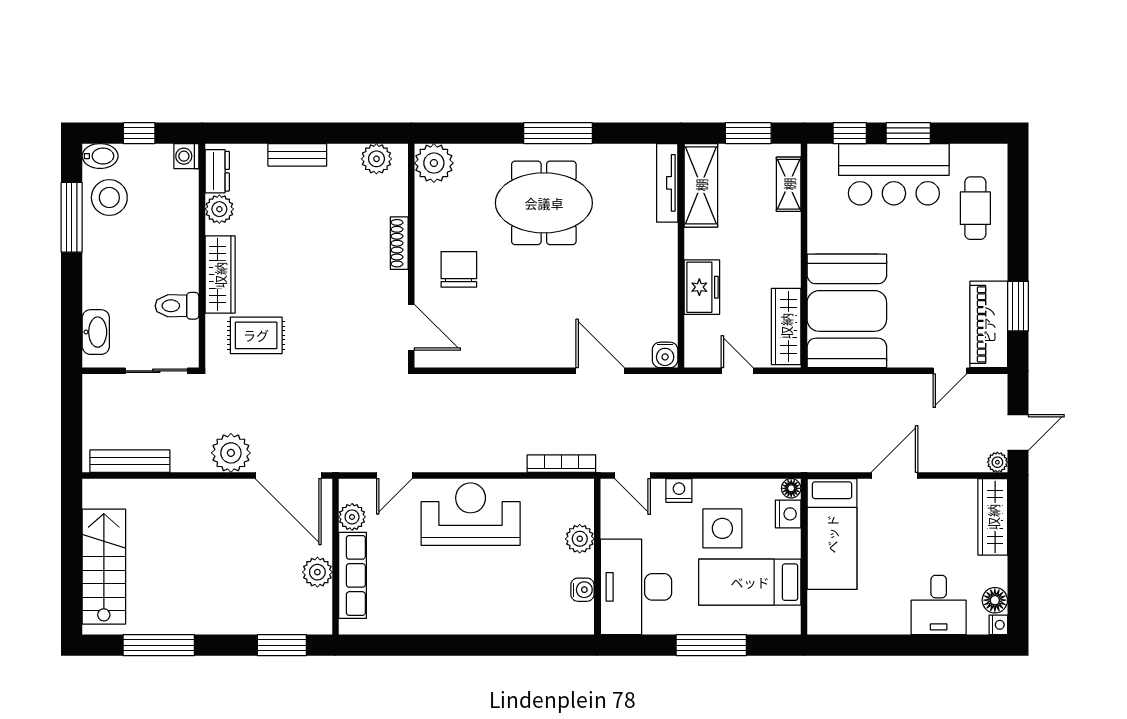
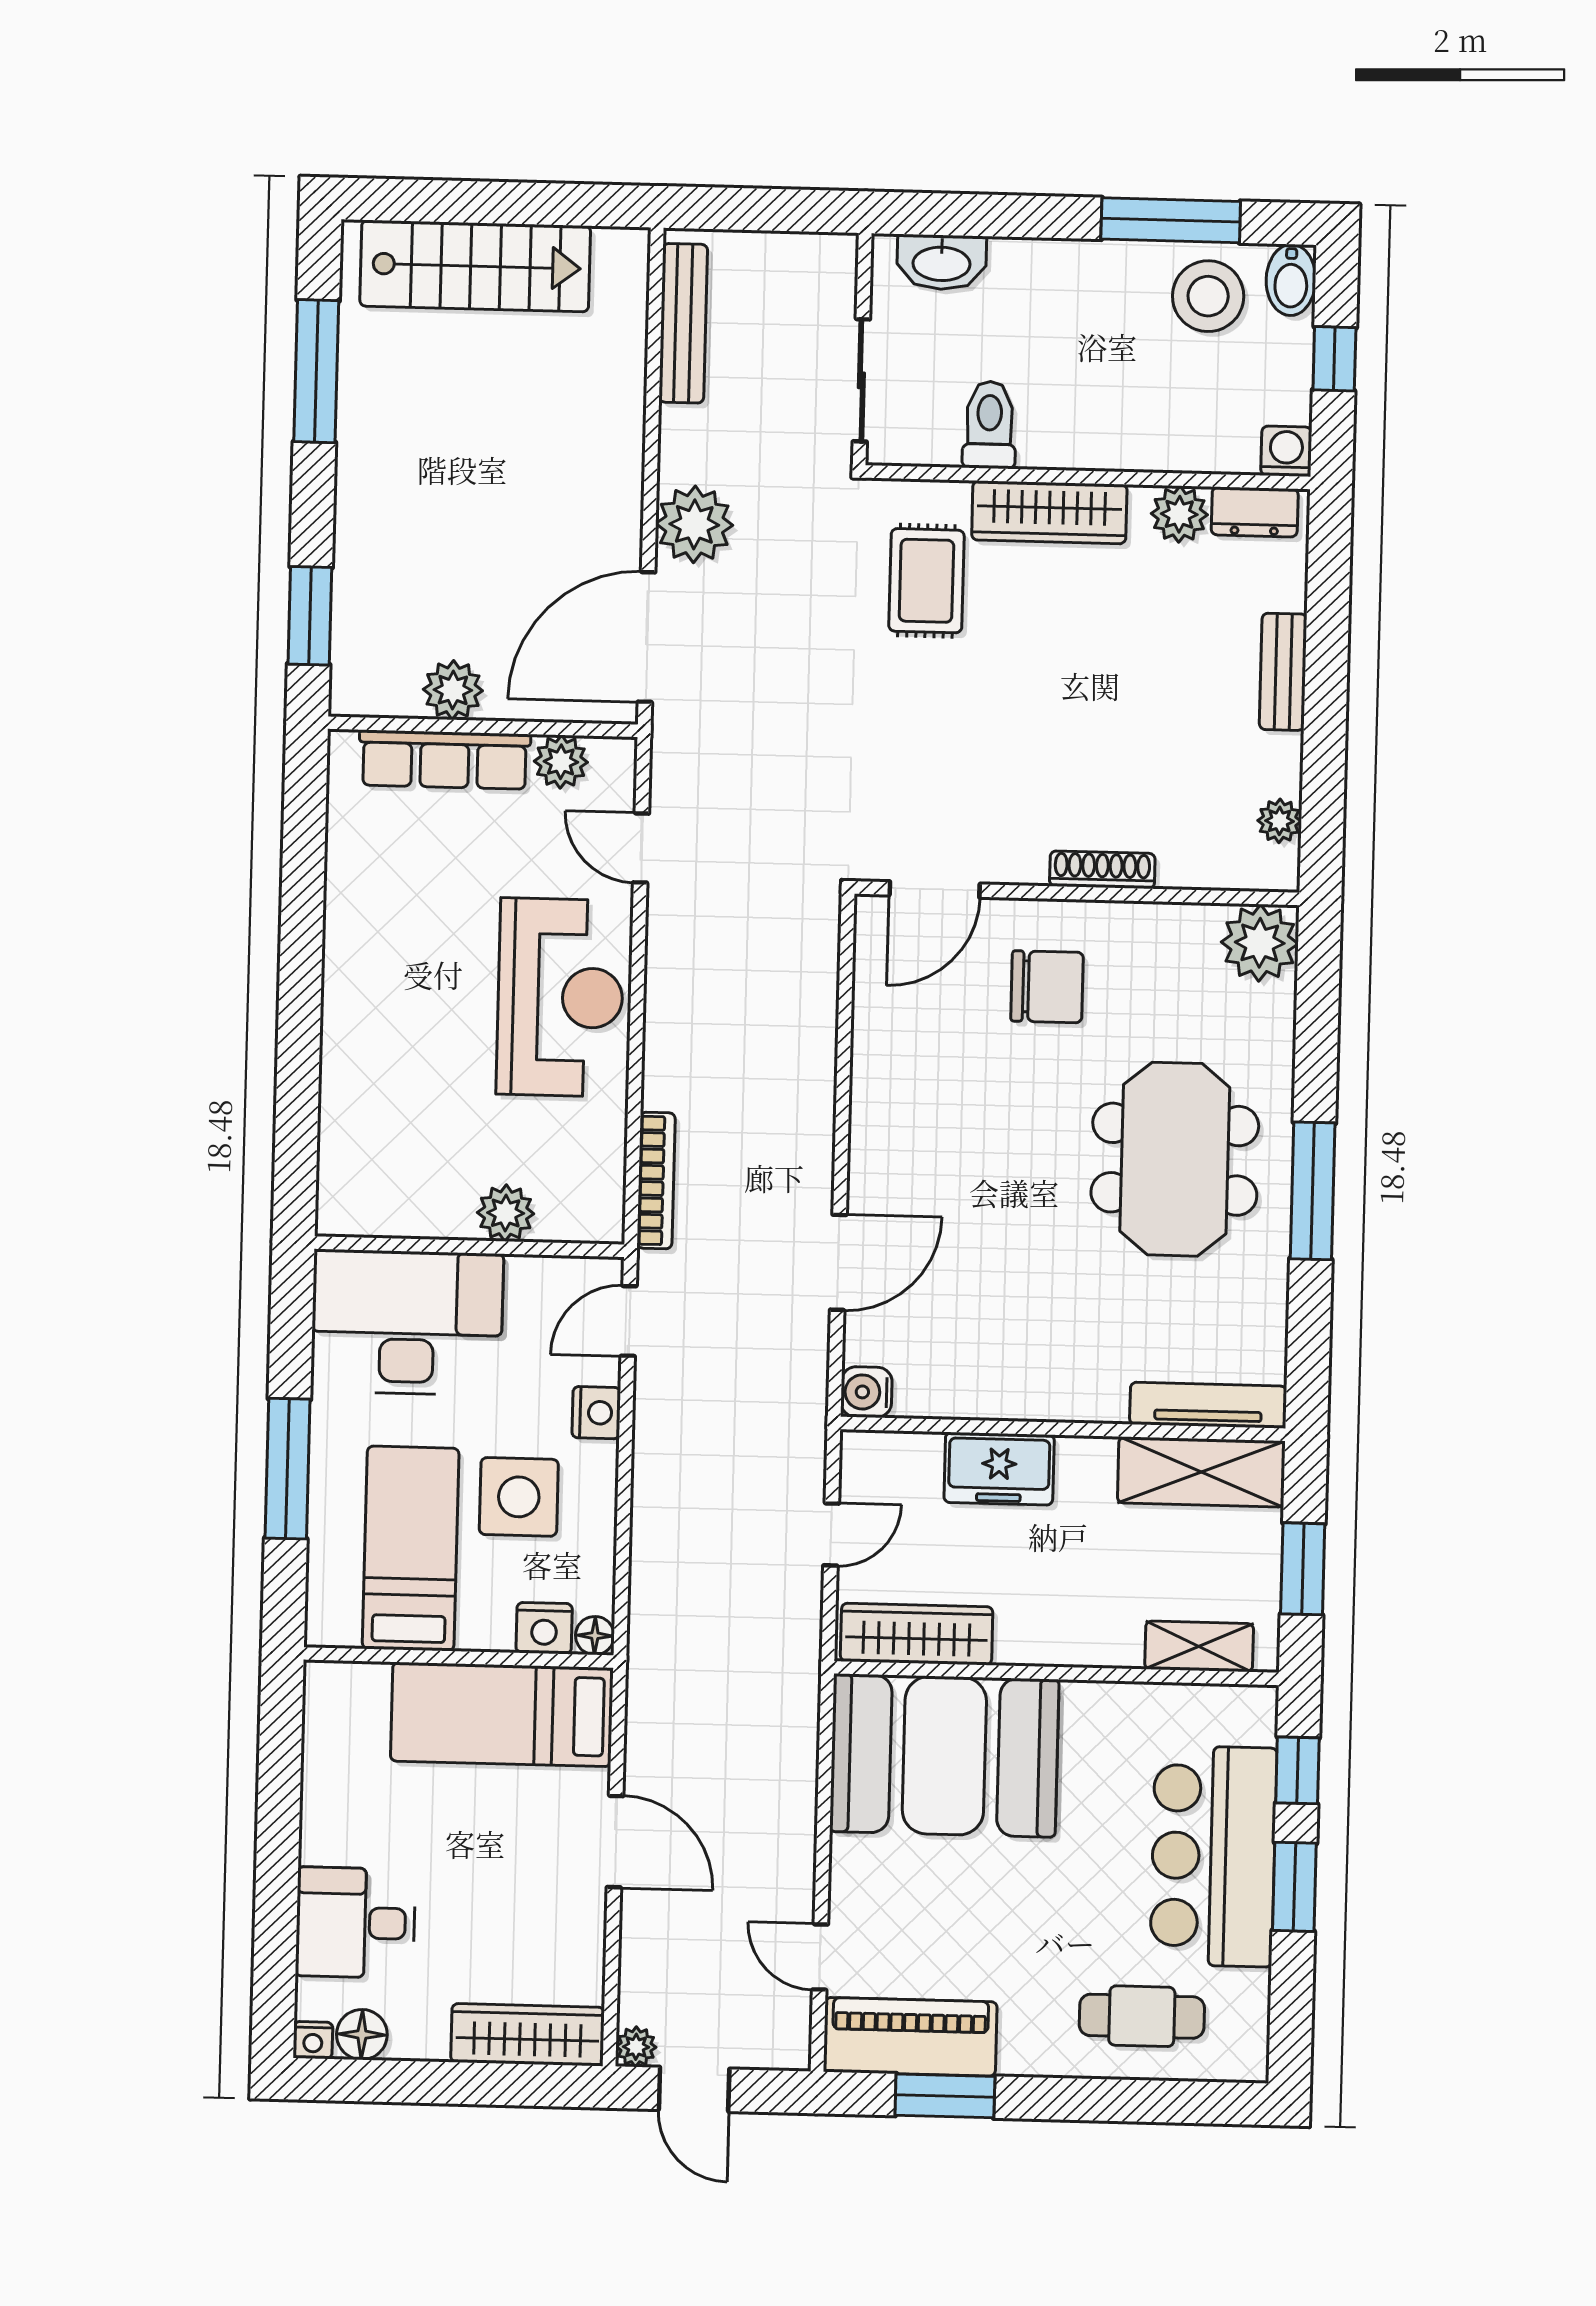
plant: (376, 159) -> (1280, 821), width x0.73, depth x0.73
water cooler: (582, 590) -> (404, 1216), removed

